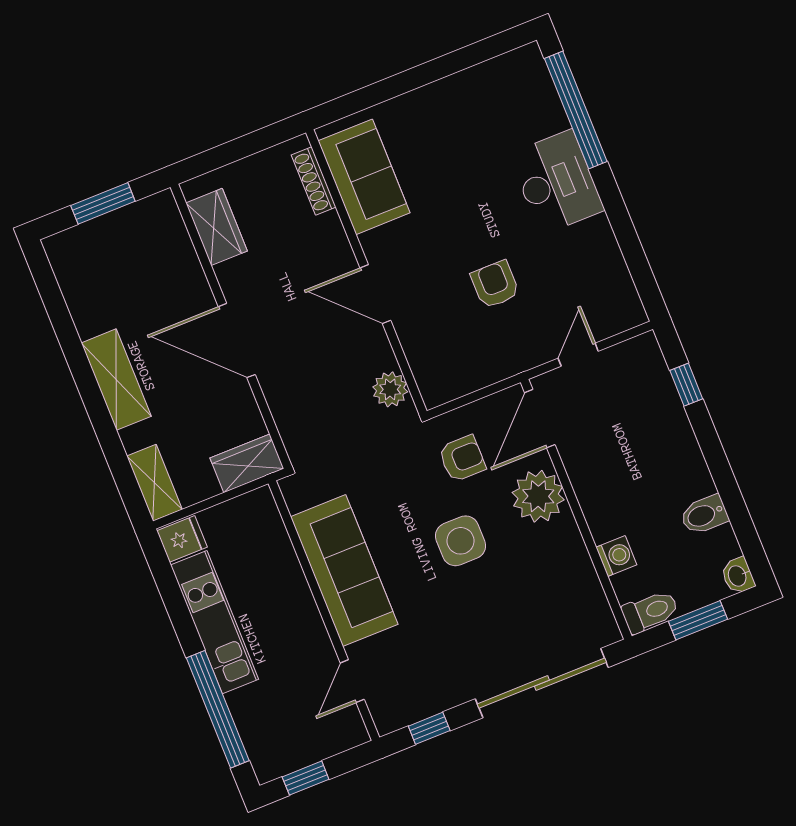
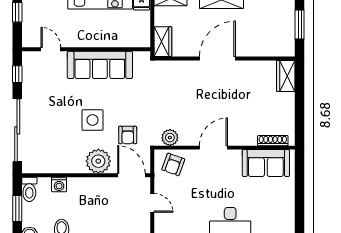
sofa: (364, 177) -> (266, 163), moved
shoe rack: (314, 181) -> (273, 141), moved
wardrobe: (217, 227) -> (286, 76), moved, turned 90
wall: (366, 272) -> (225, 148), moved
armchair: (495, 284) -> (173, 164), moved, turned 110
door: (375, 294) -> (213, 148), moved
plant: (390, 389) -> (170, 138), moved

